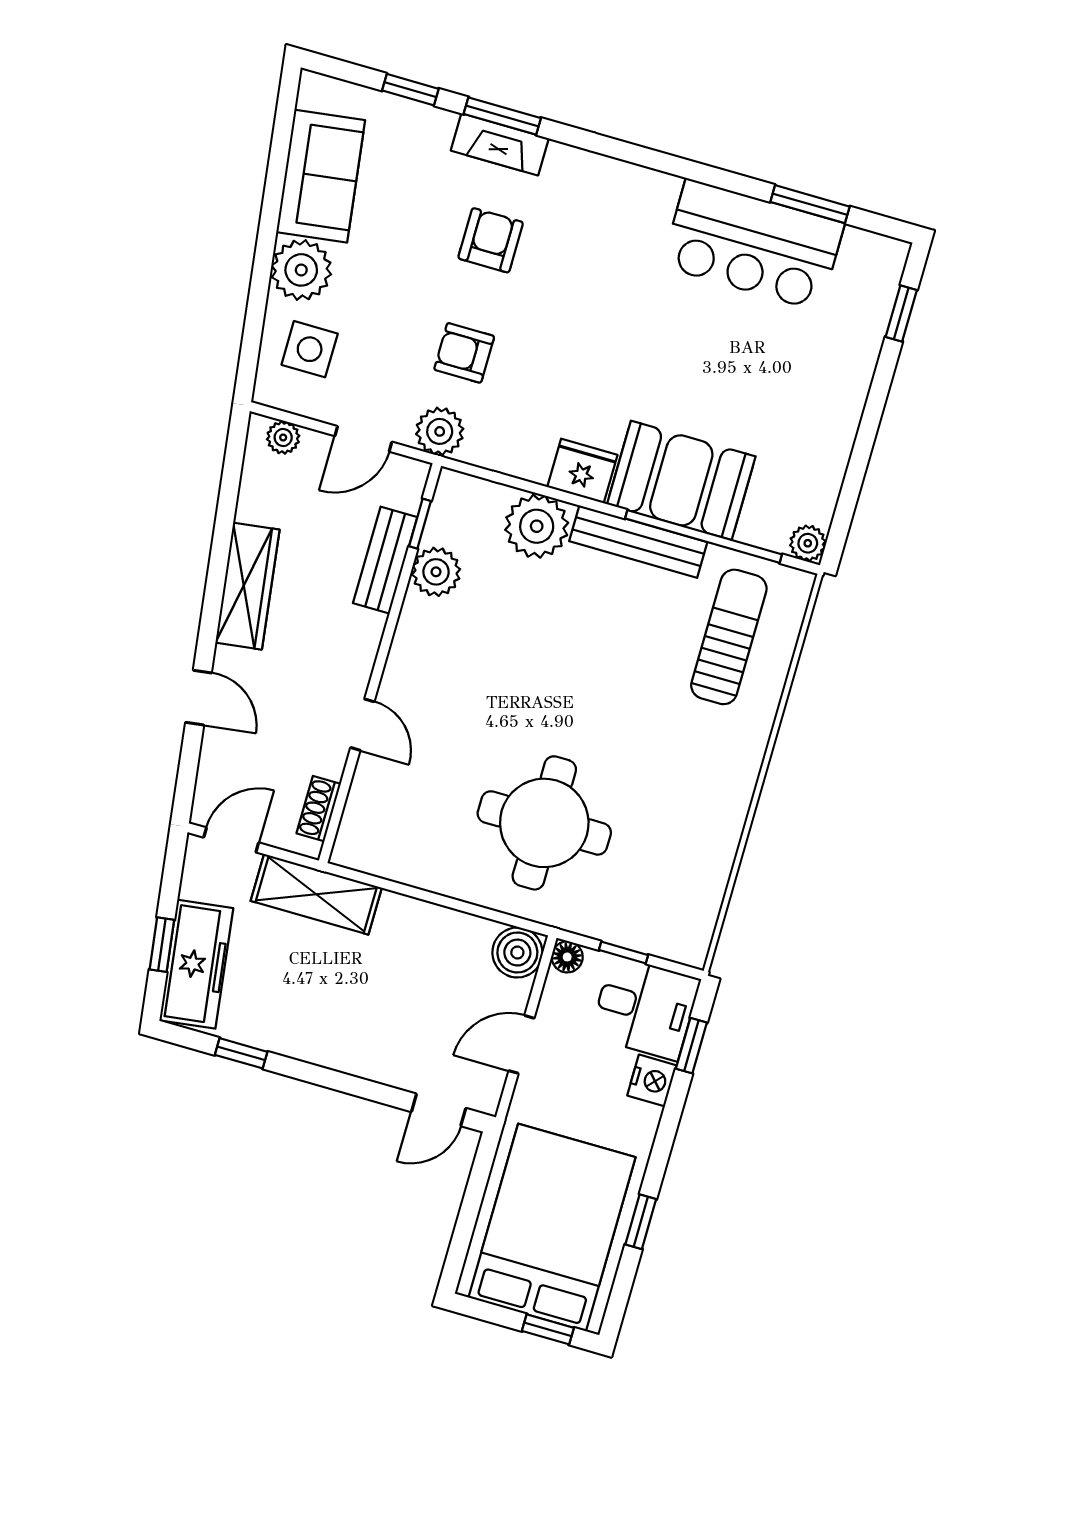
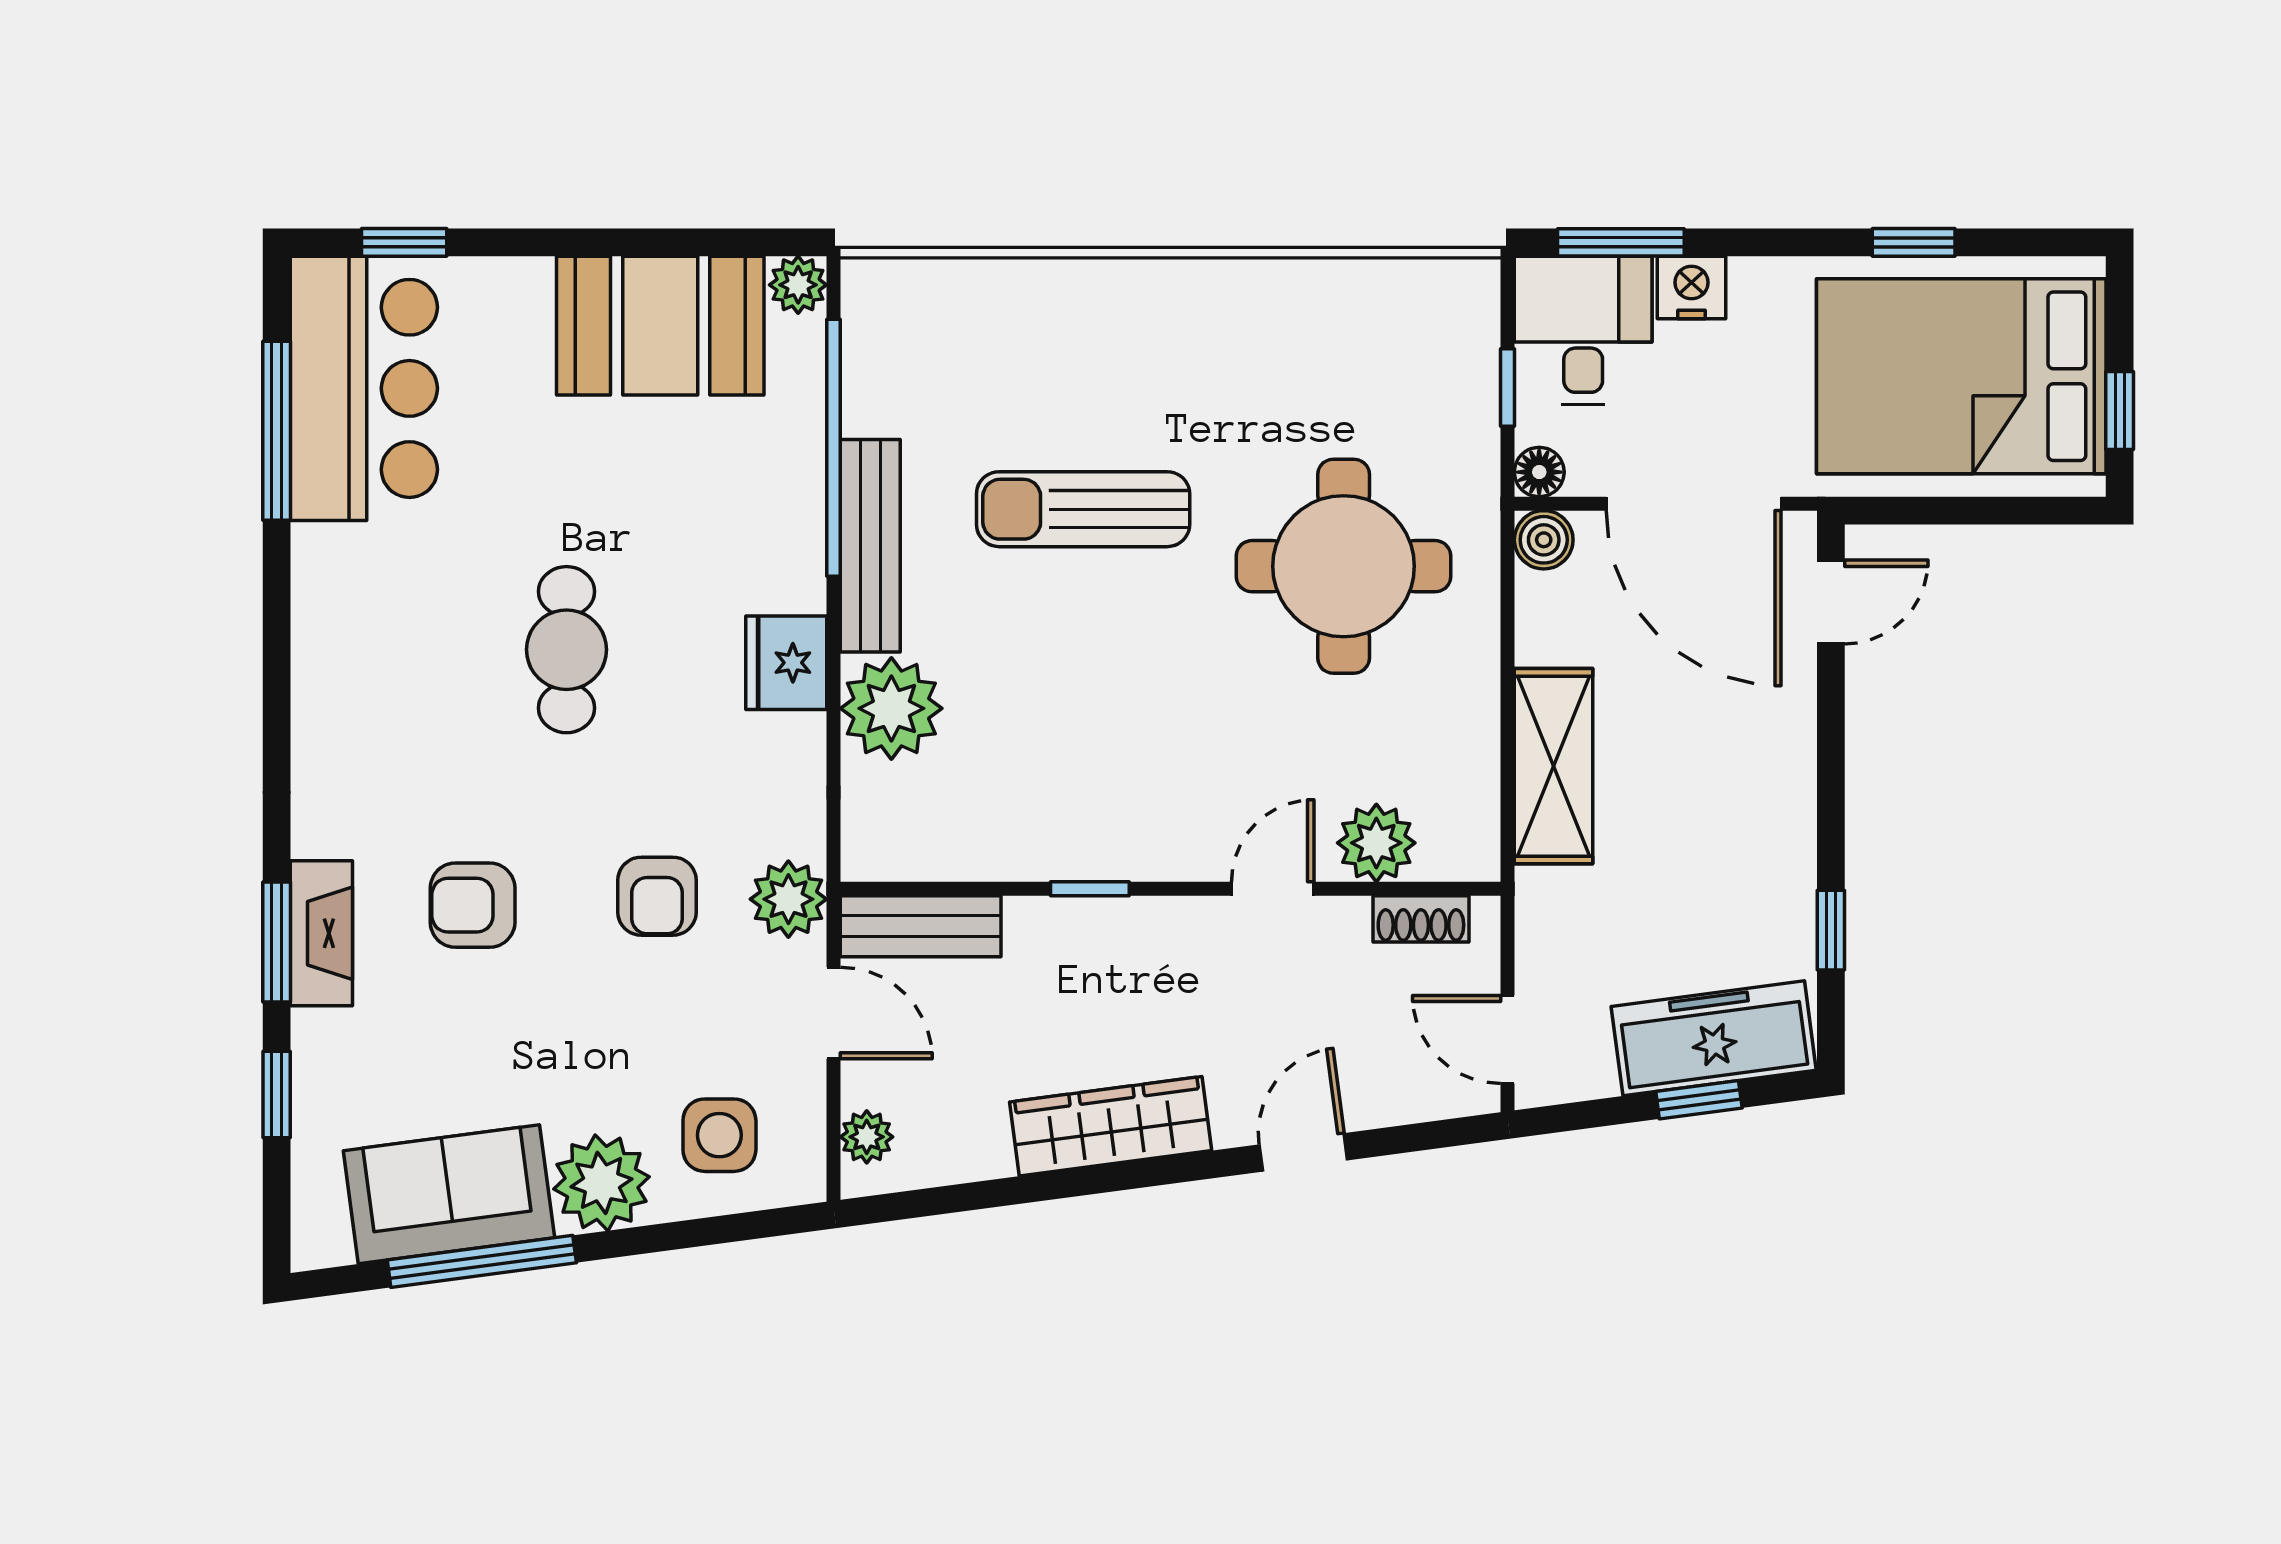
window: (275, 184) -> (482, 1261), added
window: (810, 204) -> (277, 431), width x1.44
bar counter: (753, 245) -> (364, 388), moved
cafe table: (628, 341) -> (566, 650), added
booth: (681, 480) -> (660, 326), moved, turned 90
window: (420, 524) -> (1090, 889), moved
bench: (385, 560) -> (921, 926), moved
plant: (436, 572) -> (1376, 843), moved
sun lounger: (729, 637) -> (1083, 509), moved
shelving: (316, 894) -> (1554, 766), moved
boiler: (517, 953) -> (1544, 540), width x0.73, depth x0.73
door: (521, 1044) -> (1694, 504), width x1.88
window: (691, 1046) -> (1621, 242), width x1.50
door: (439, 1110) -> (1831, 602), hinge flipped
window: (548, 1329) -> (2120, 410), moved

